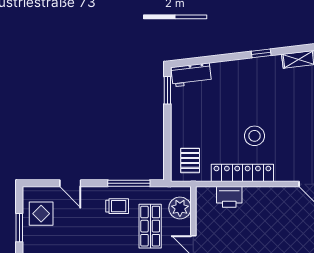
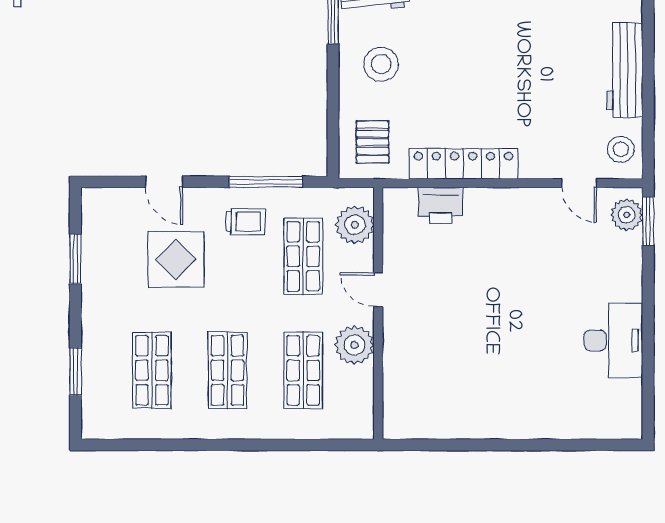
stool: (254, 136) -> (381, 64), moved
display table: (41, 214) -> (176, 259), moved, width x1.36, depth x1.36

